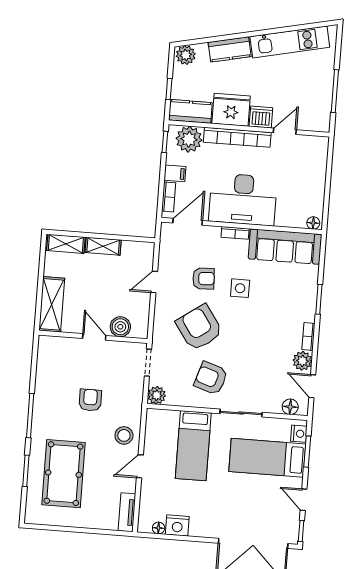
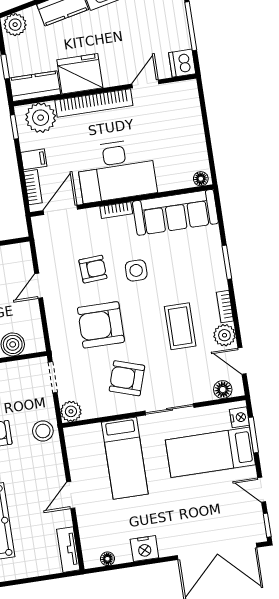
dishwasher: (261, 117) -> (182, 63), moved, turned -90
armchair: (199, 328) -> (101, 325), turned -55
coffee table: (266, 344) -> (180, 326), added
stool: (124, 435) -> (43, 431), moved
nightstand: (177, 525) -> (144, 549), moved

